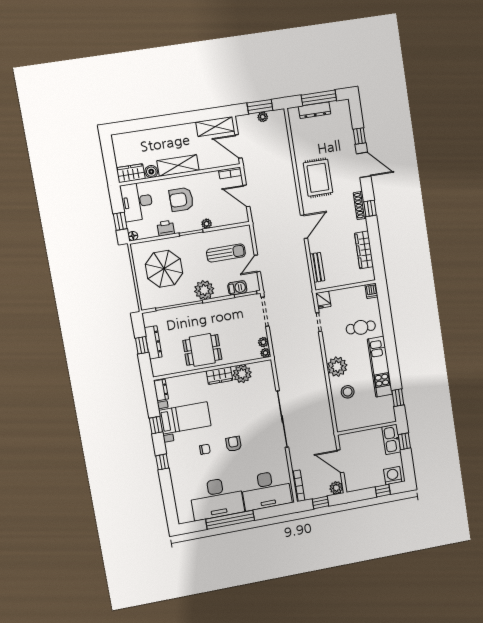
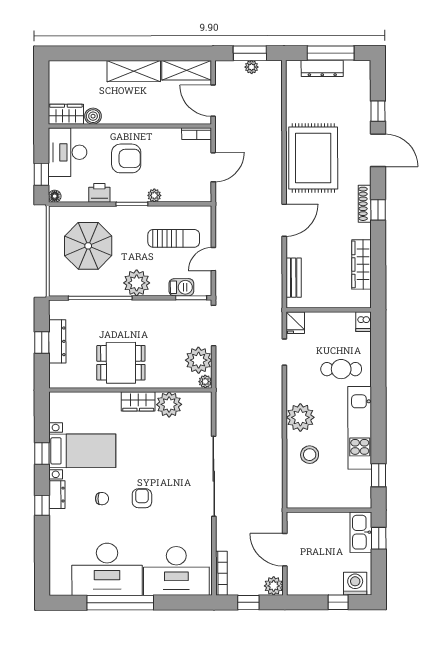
shelving: (178, 166) -> (134, 71), moved
rug: (318, 178) -> (313, 158), width x1.37, depth x1.44
door: (246, 196) -> (213, 167), swing flipped
armchair: (181, 199) -> (126, 158), turned 180
plant: (263, 342) -> (199, 360), width x1.88, depth x1.88
dresser: (161, 390) -> (57, 495), moved

